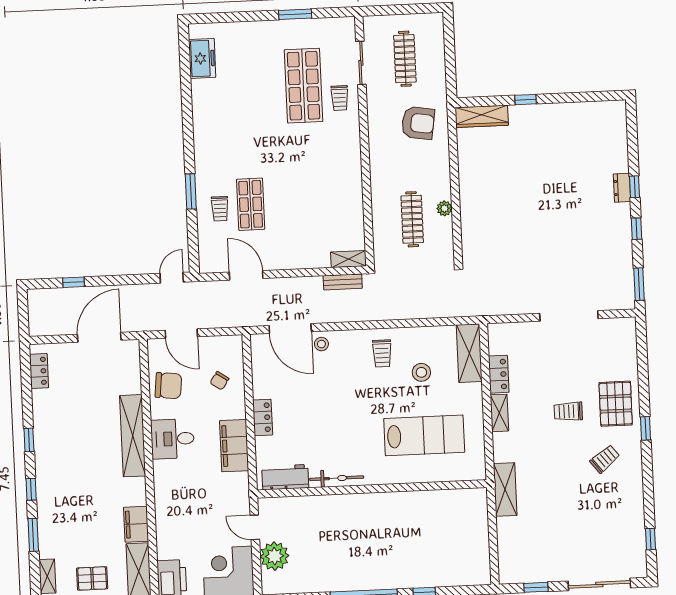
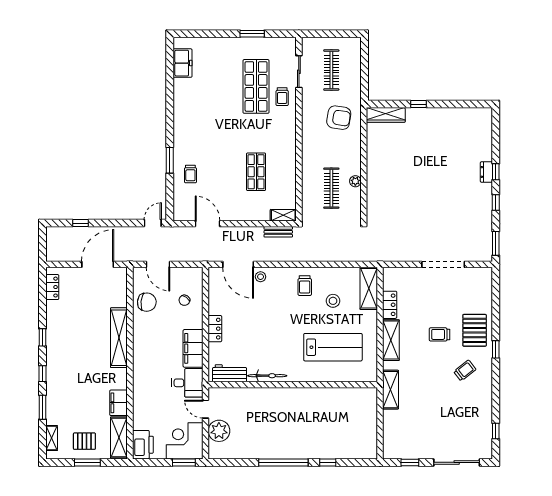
shop shelf: (251, 204) -> (256, 172), moved
shelving: (499, 413) -> (391, 340), width x1.50, depth x1.33
desk: (173, 439) -> (187, 383), moved, turned 180

